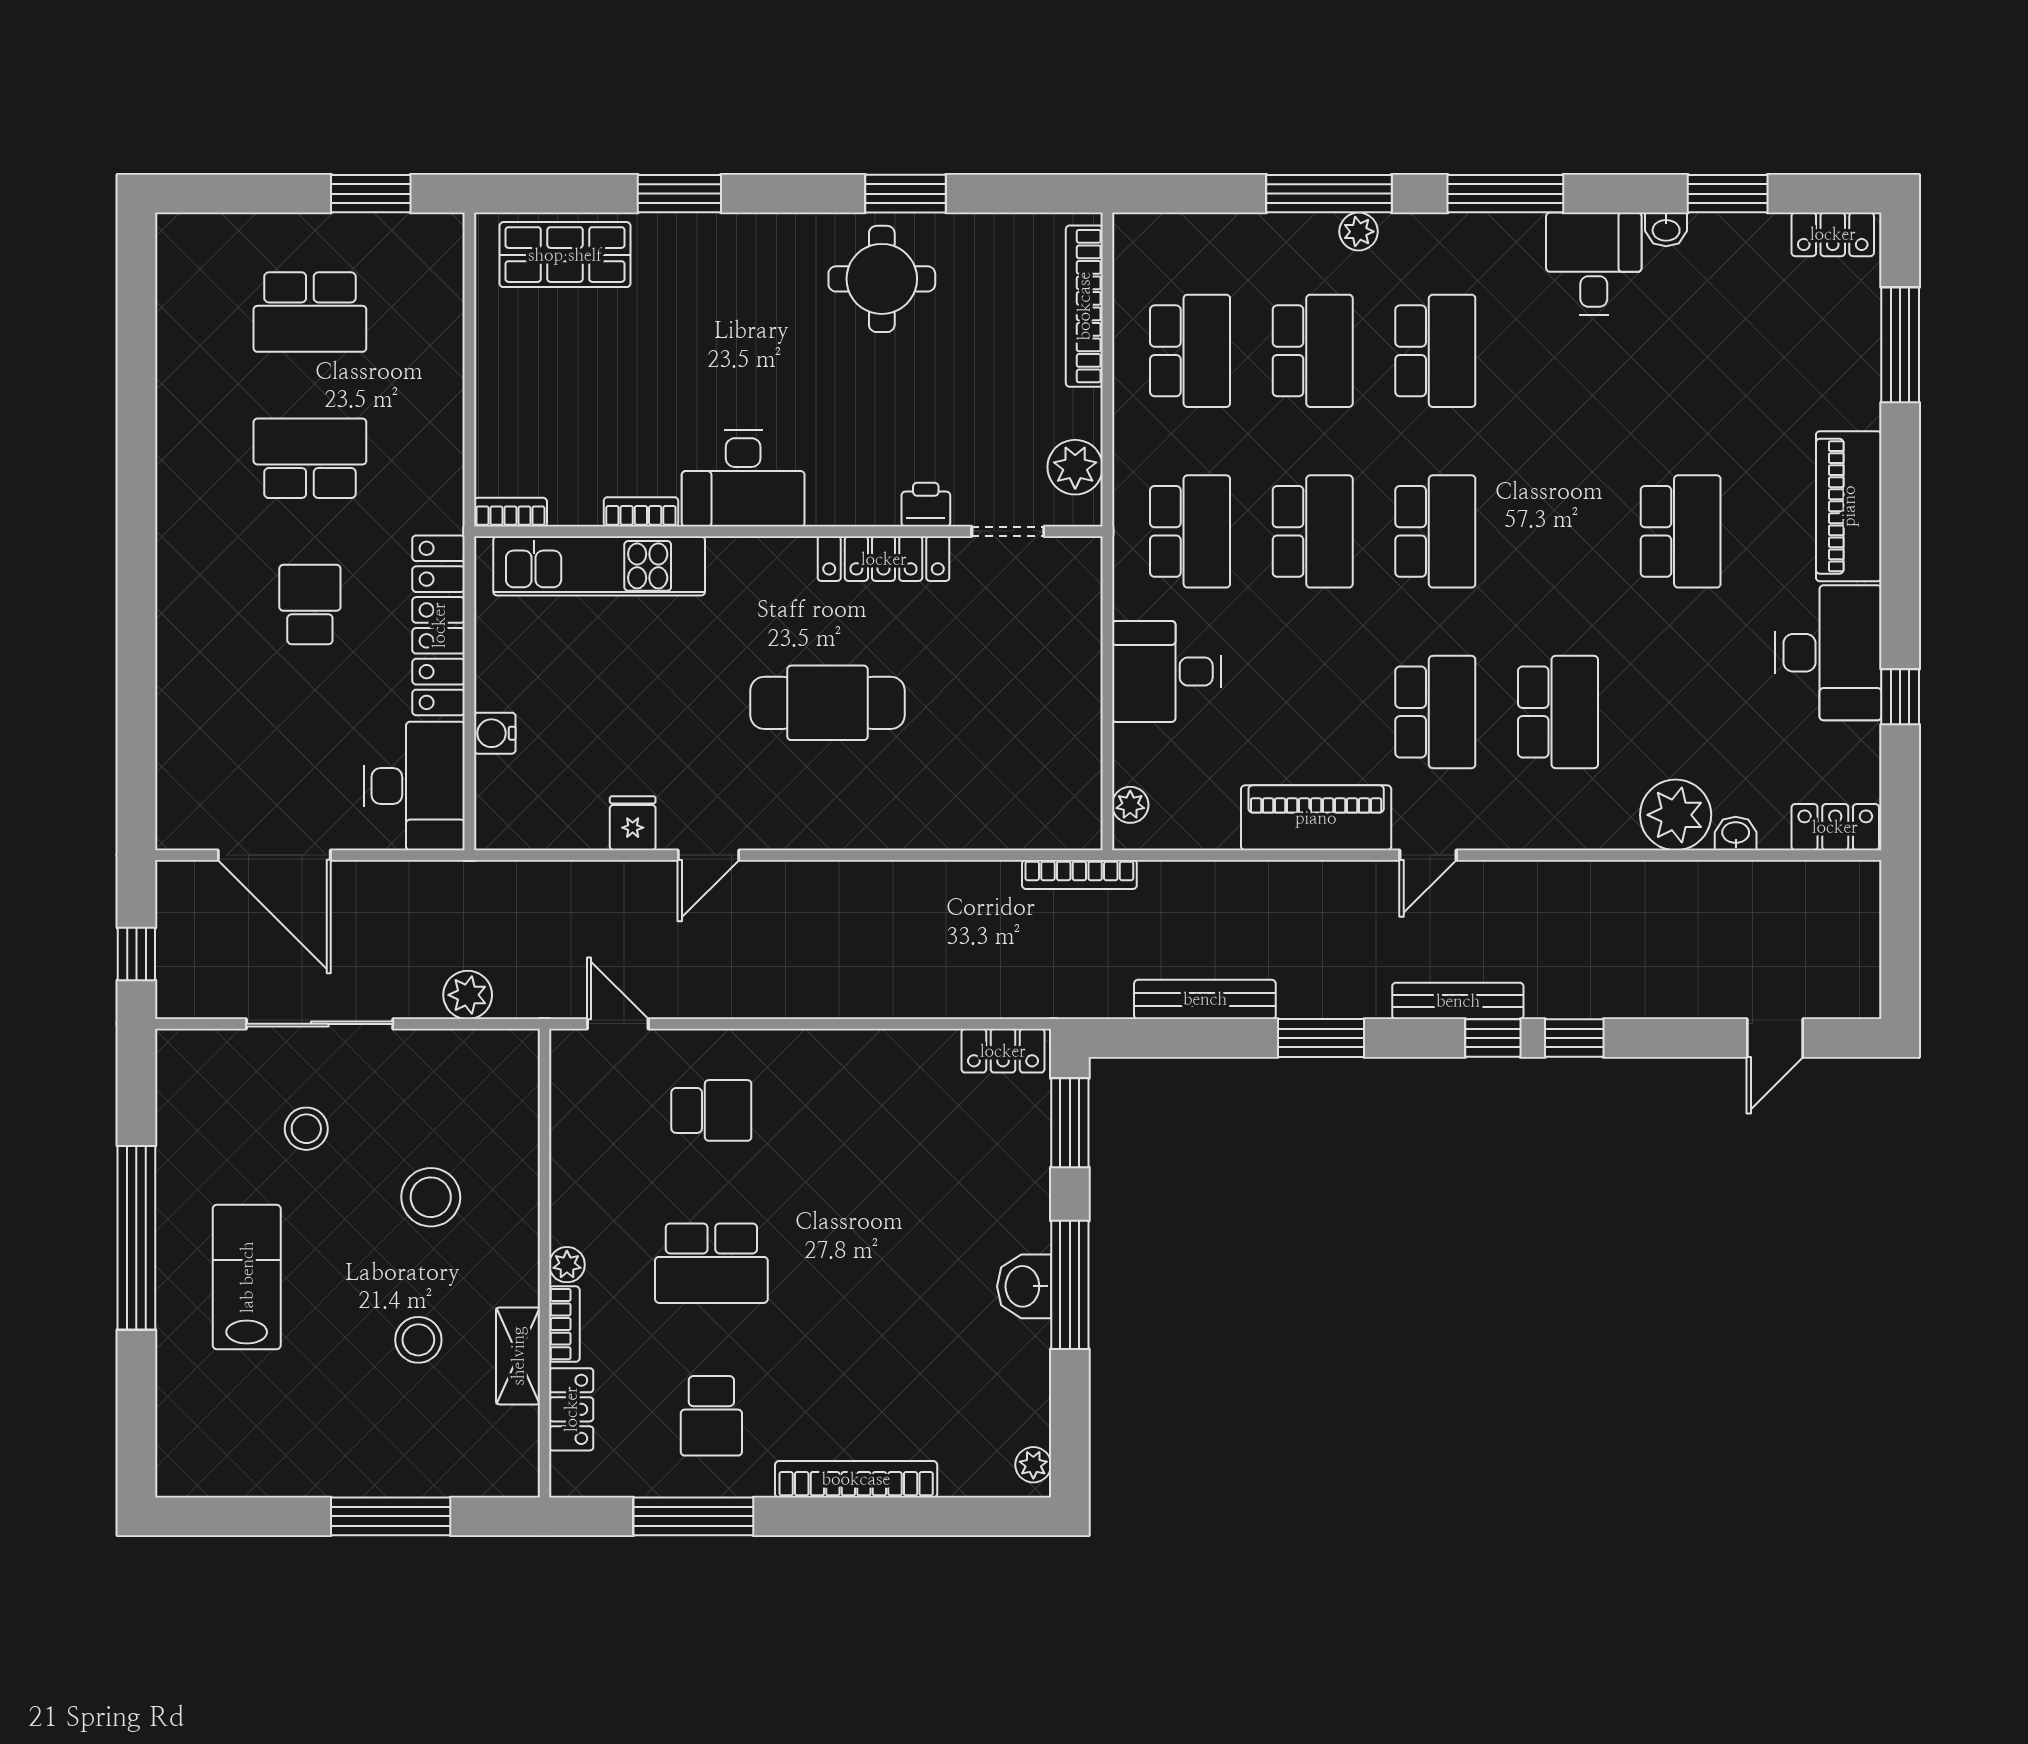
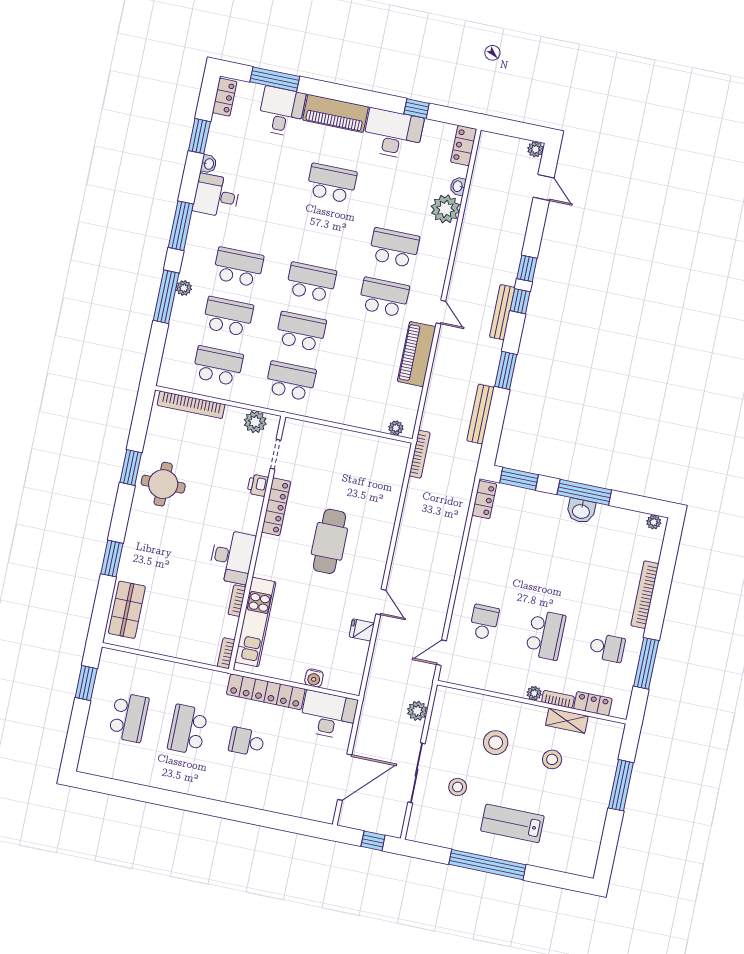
desk: (1167, 671) -> (281, 111), moved, turned 180
plant: (1862, 1000) -> (535, 149), added

